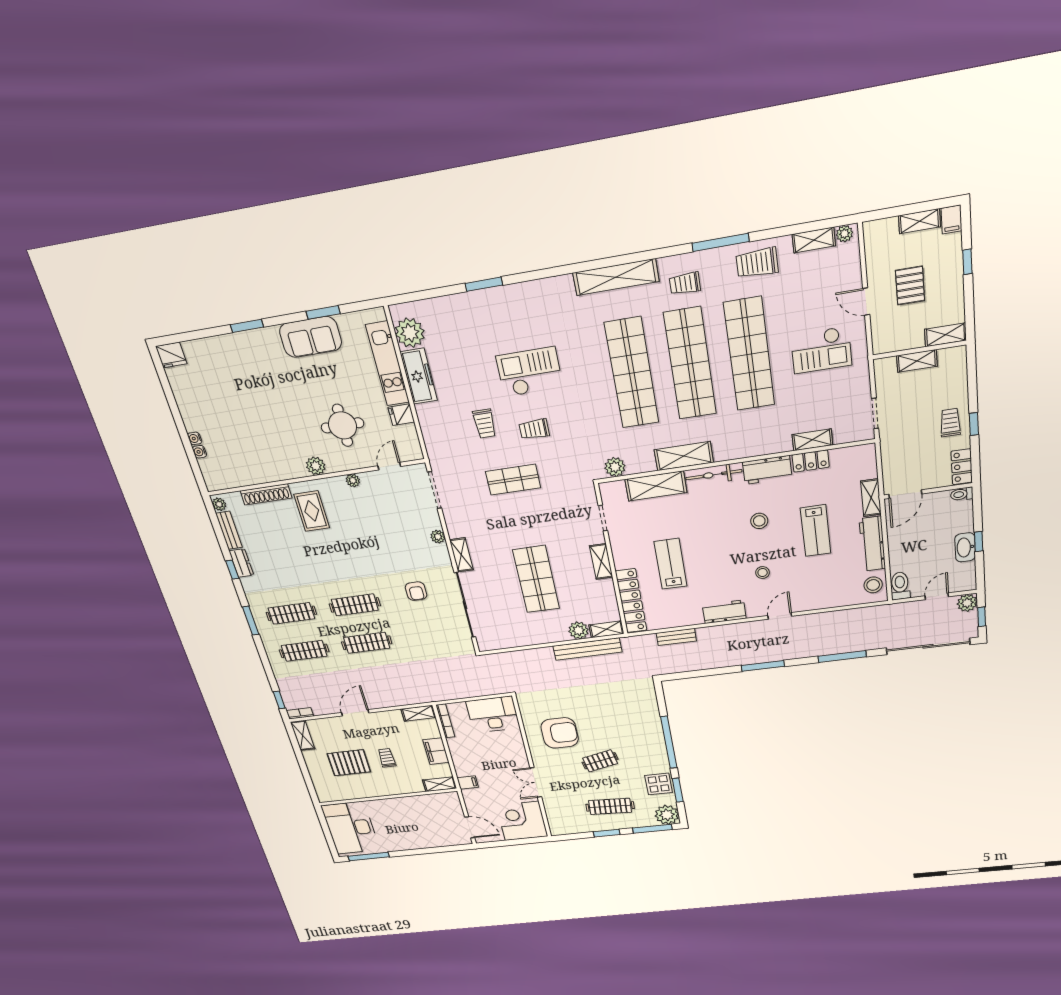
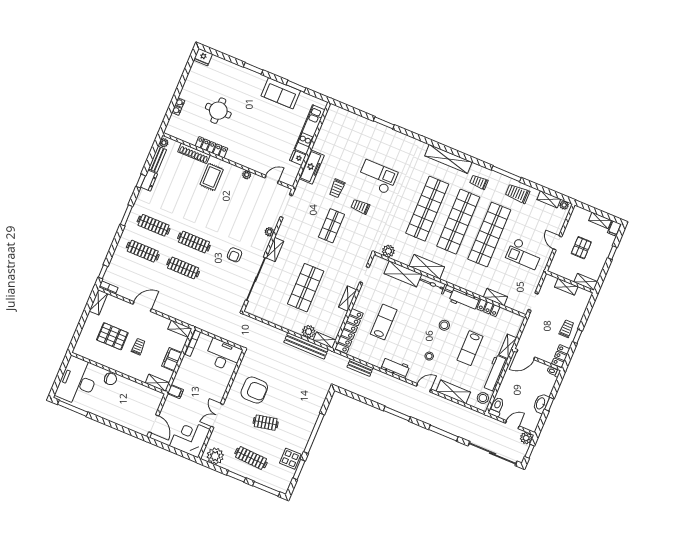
plant: (410, 333) -> (332, 122), removed
freezer: (419, 376) -> (312, 167), moved
round table: (343, 425) -> (218, 111), moved
plant: (316, 466) -> (233, 155), removed
locker: (281, 472) -> (211, 147), added
shop shelf: (513, 480) -> (331, 226), turned 90
shelving: (825, 599) -> (453, 392), added
chair: (384, 807) -> (110, 379), added
plant: (667, 815) -> (215, 456), moved

